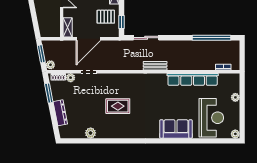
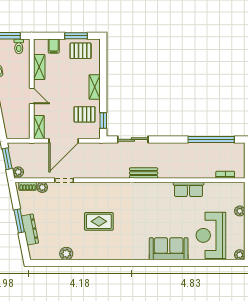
row of seats: (193, 79) -> (188, 189), width x0.50
window: (49, 93) -> (19, 221), moved
reception desk: (211, 118) -> (211, 235), turned 180

